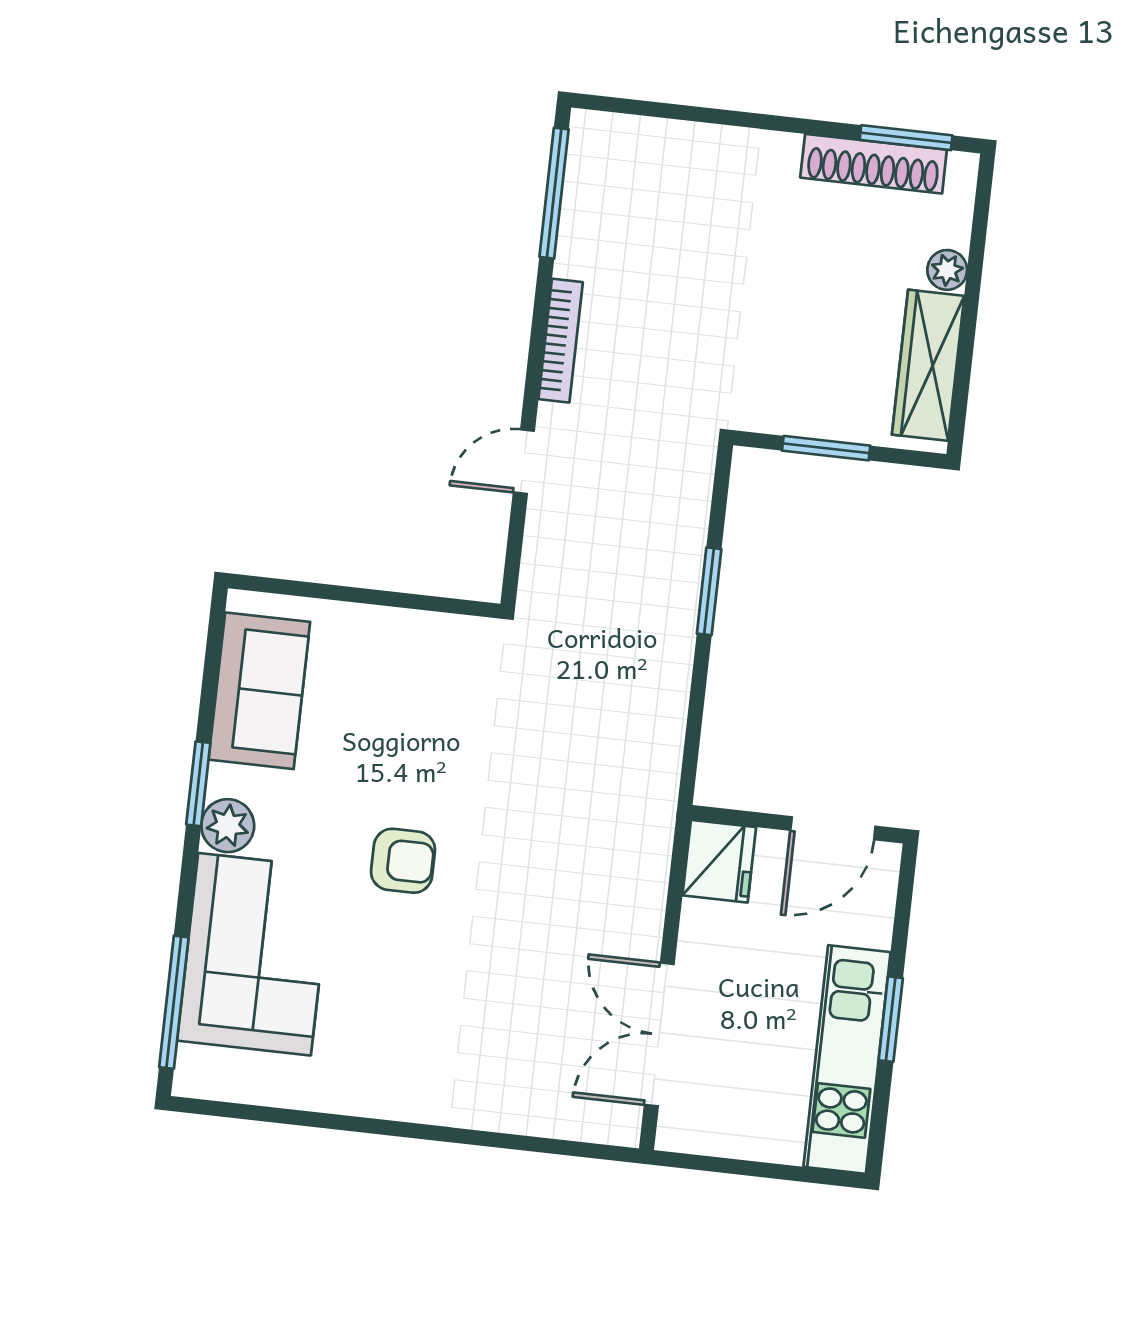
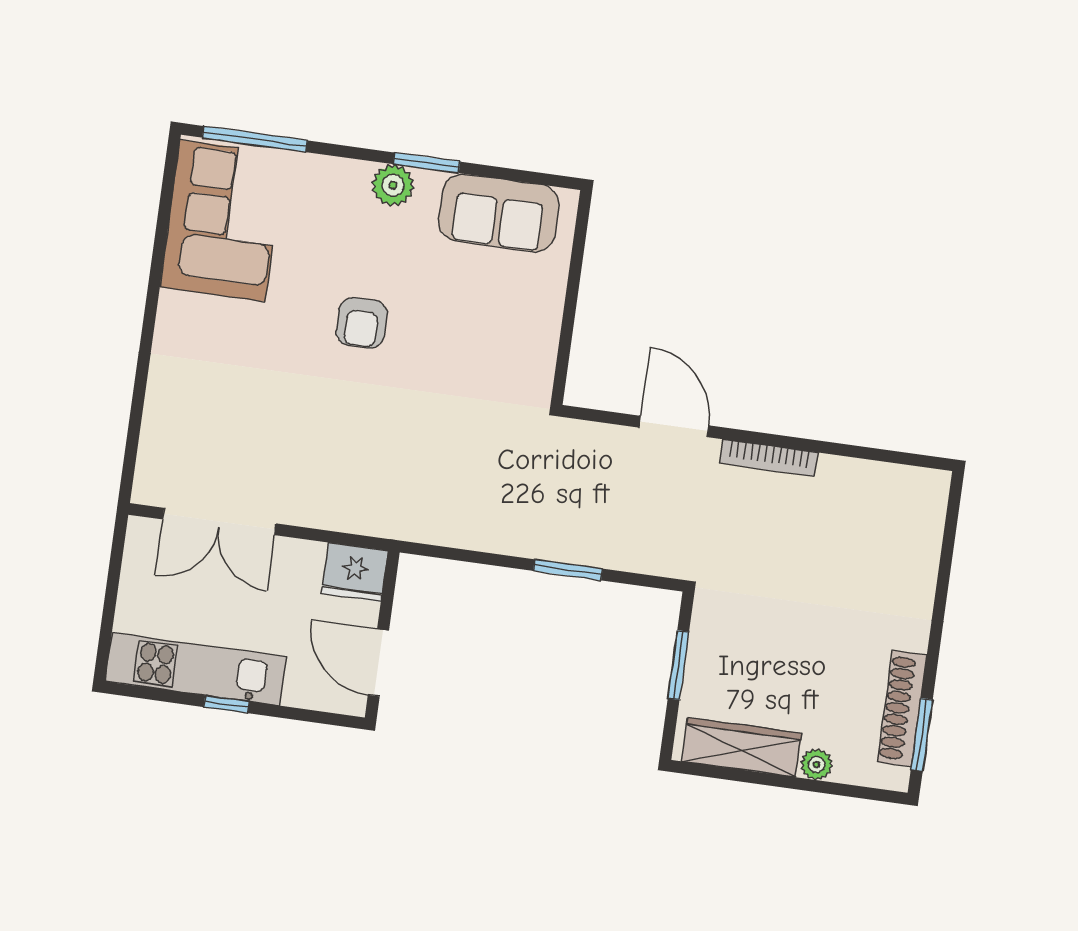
window: (554, 193) -> (885, 456), removed
door: (524, 462) -> (674, 426), width x1.38
corner sofa: (254, 954) -> (223, 221), moved, turned -90
window: (891, 1019) -> (227, 704), width x0.67
double door: (659, 1034) -> (219, 521), swing flipped

